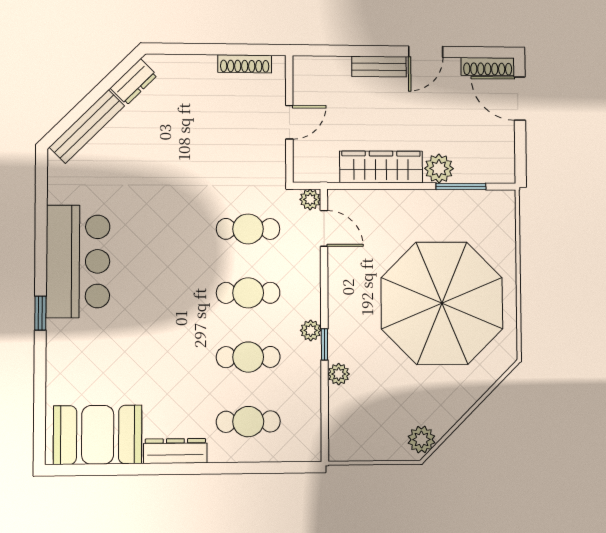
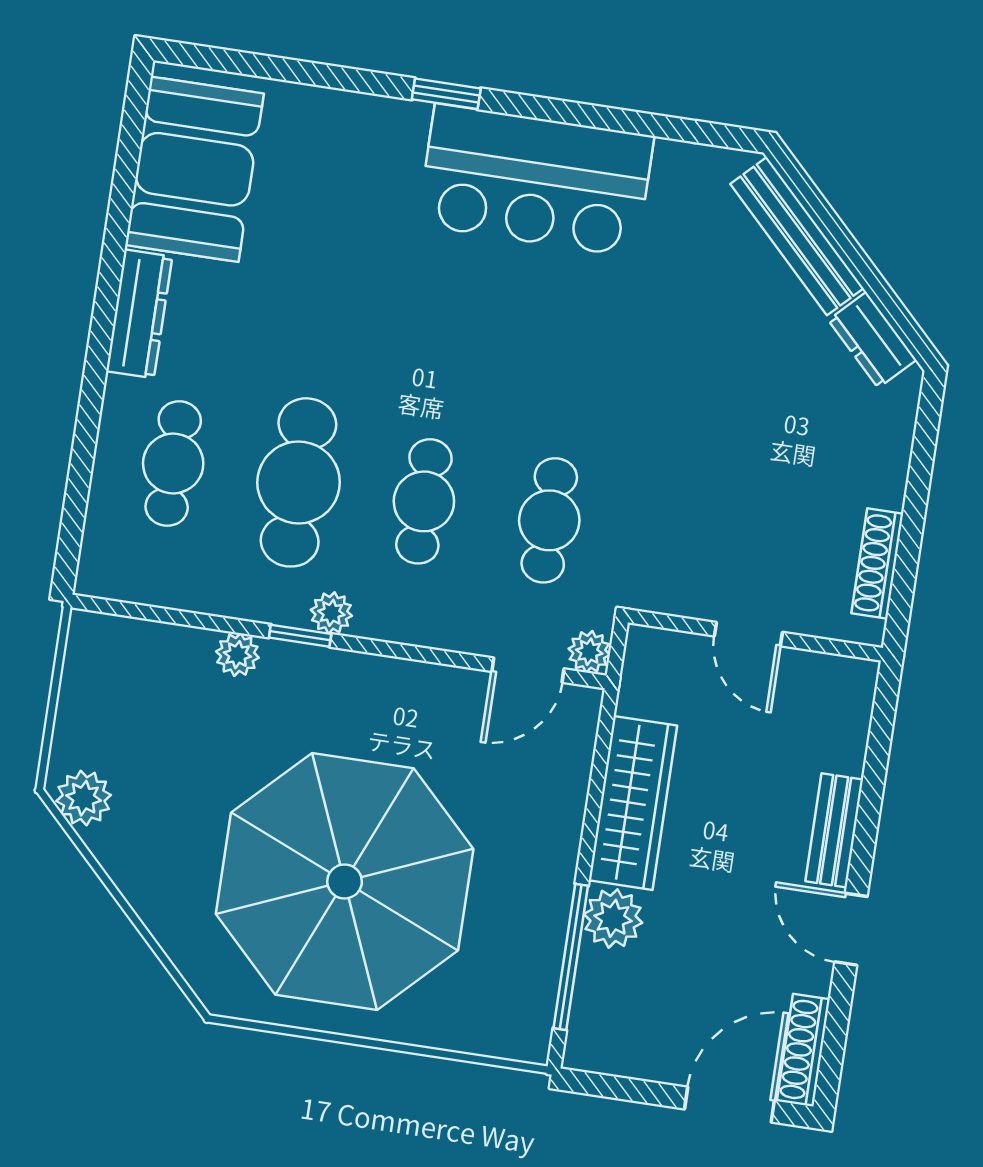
window: (461, 186) -> (571, 957), width x1.44
cafe table: (248, 357) -> (299, 482), width x1.37, depth x1.35

